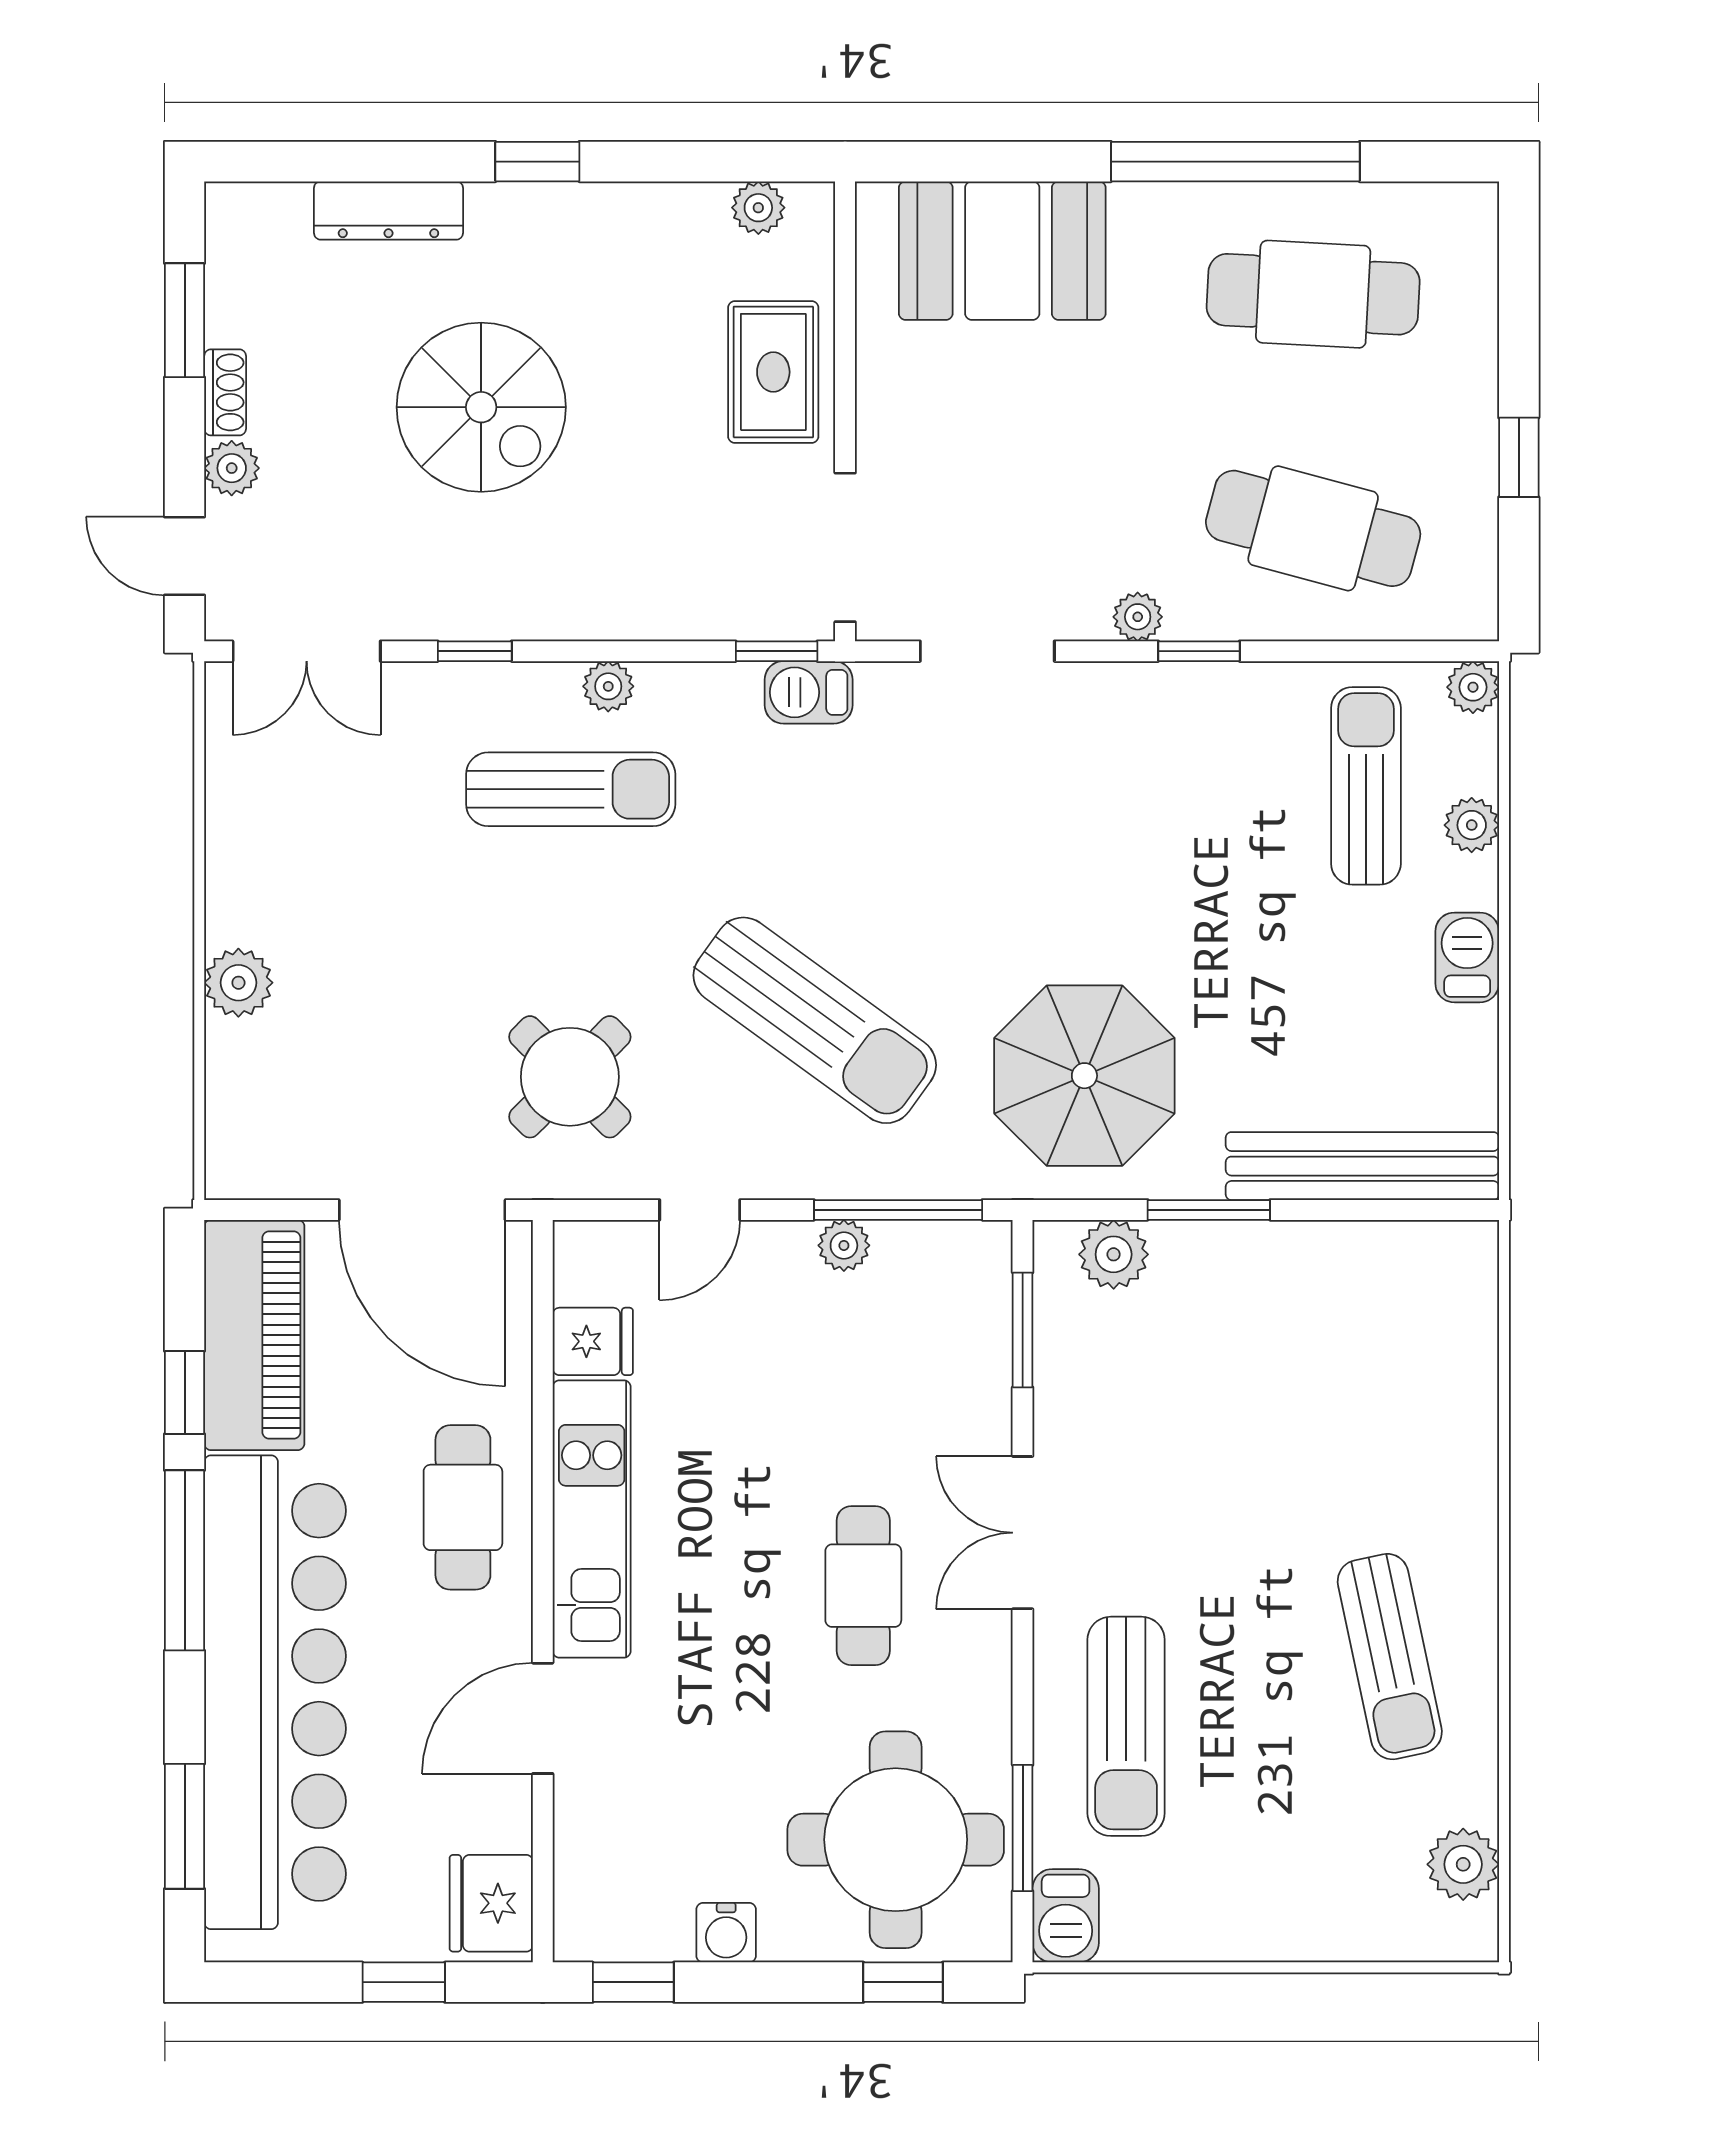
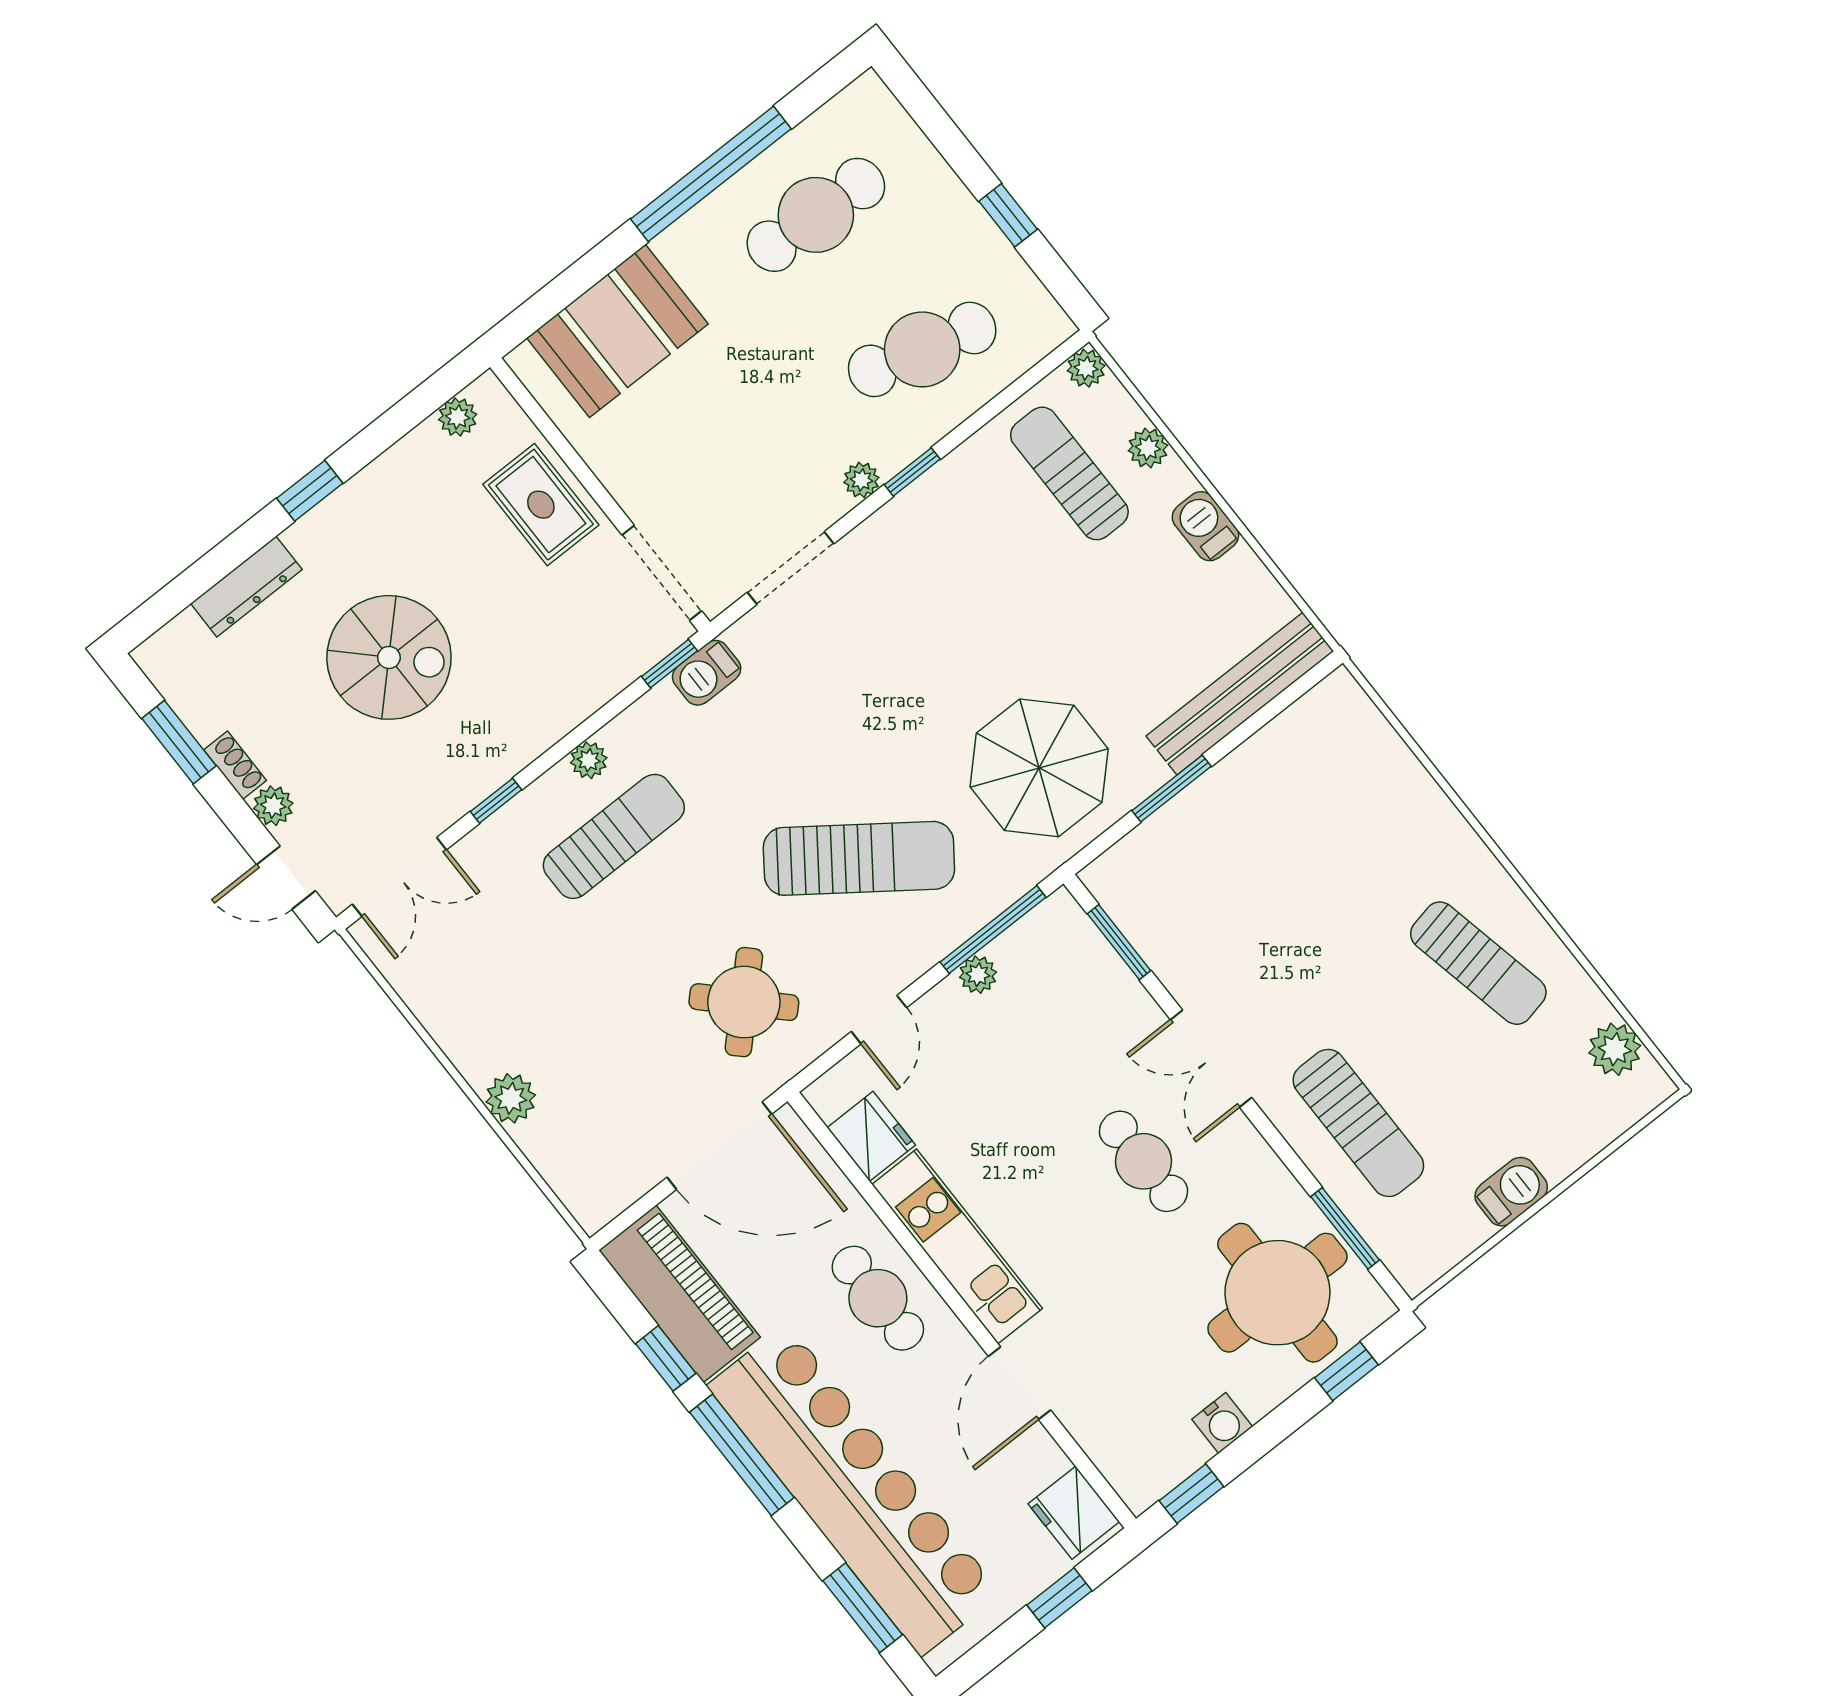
plant: (1114, 1254) -> (1137, 857), removed
fridge: (593, 1341) -> (871, 1136), width x1.38
barbecue: (1066, 1916) -> (1511, 1192), moved, turned -90

